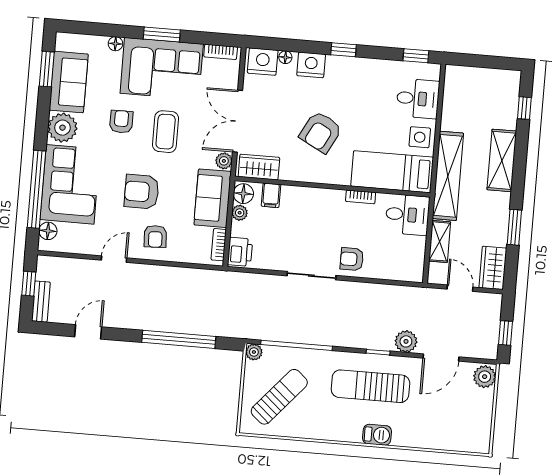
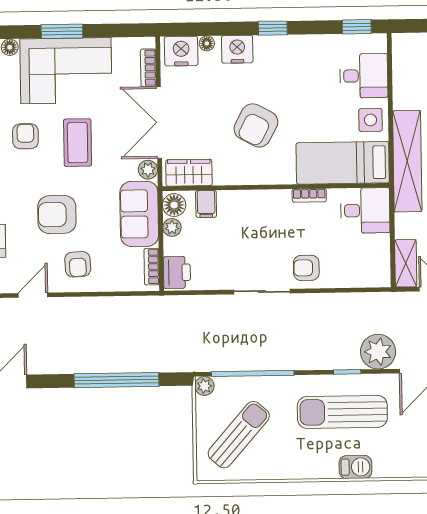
bookcase: (221, 52) -> (148, 68), moved, turned 90
shelving: (440, 241) -> (406, 263), moved
plant: (406, 341) -> (378, 352), width x1.36, depth x1.36

